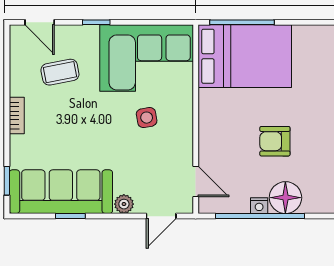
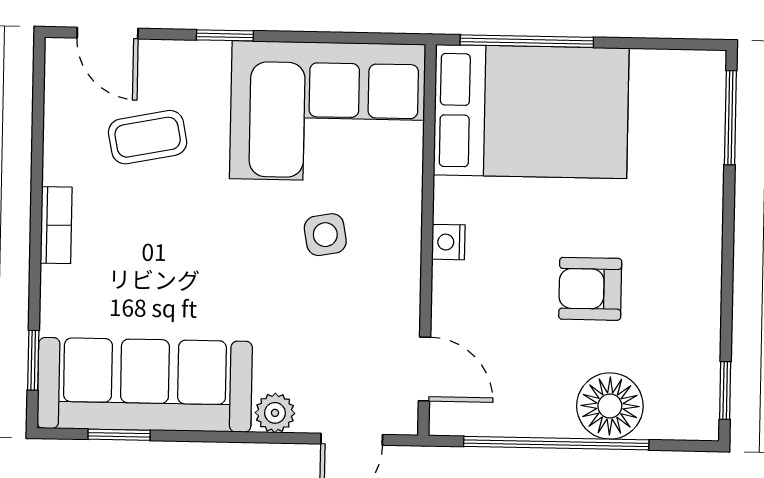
nightstand: (259, 206) -> (448, 242), moved, turned 90
window: (70, 216) -> (119, 435), moved

